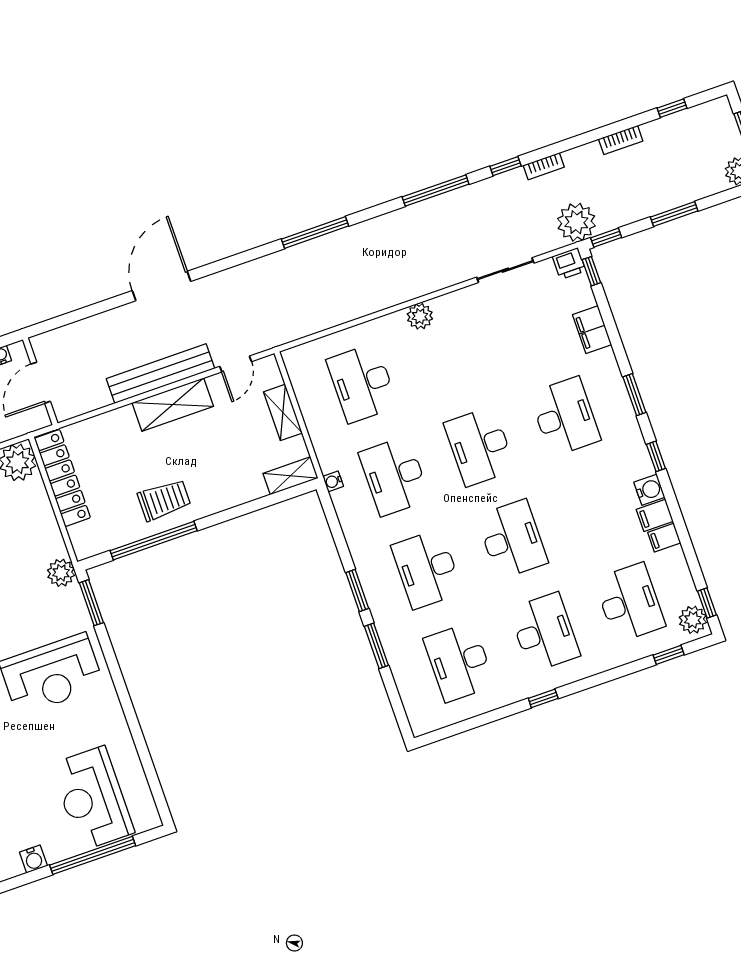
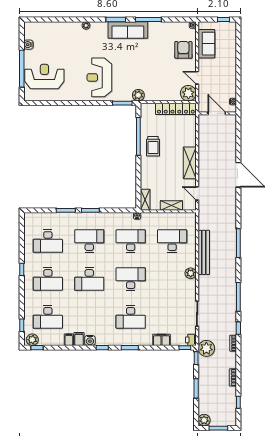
bench: (161, 374) -> (204, 252), moved
desk: (459, 662) -> (48, 241), turned 180

